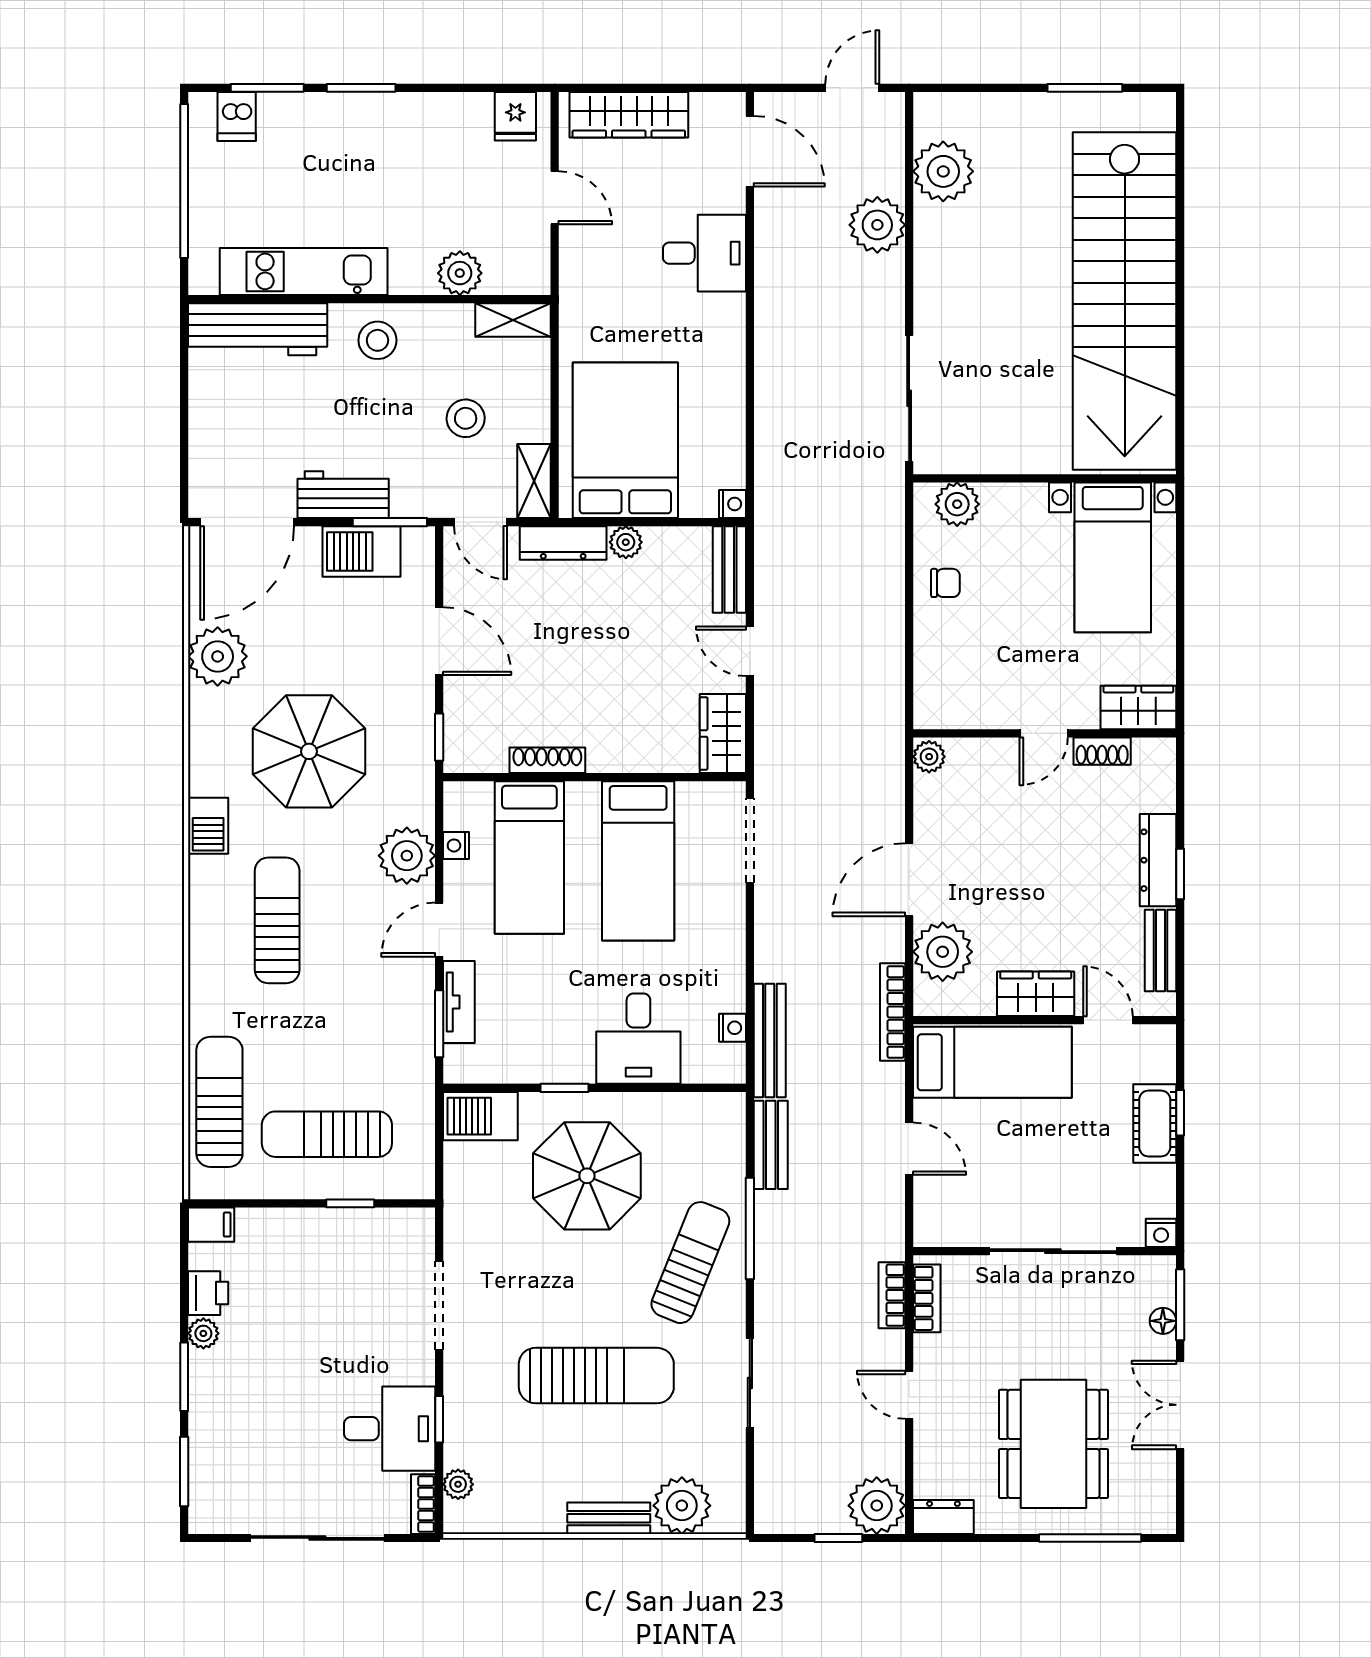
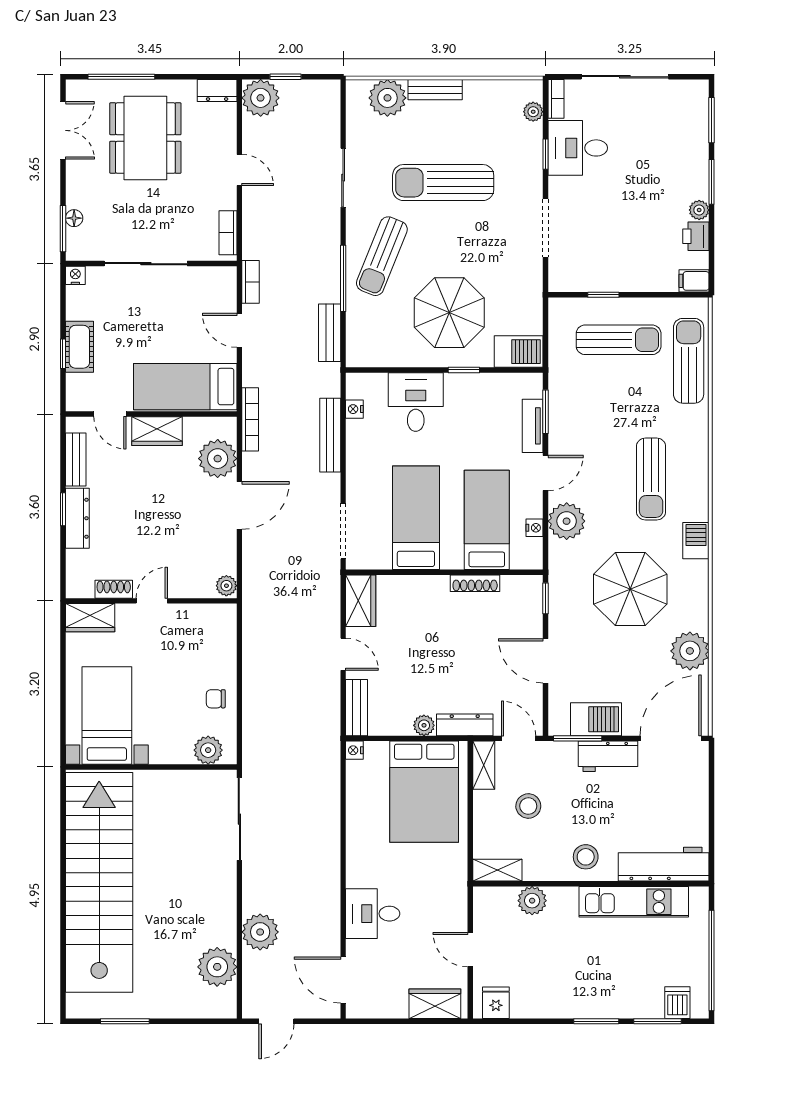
wardrobe: (629, 115) -> (435, 1004), width x0.67
bench: (770, 1041) -> (330, 435), moved
sun lounger: (219, 1102) -> (689, 361), turned 180
bookcase: (892, 1295) -> (251, 282), moved
double door: (1180, 1405) -> (63, 130), moved

